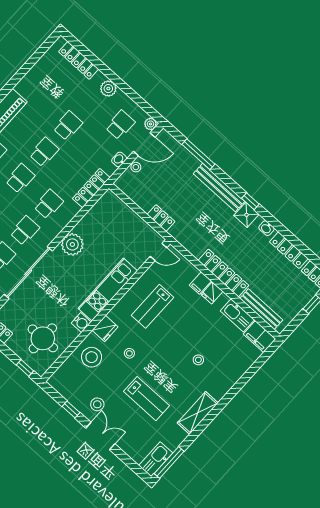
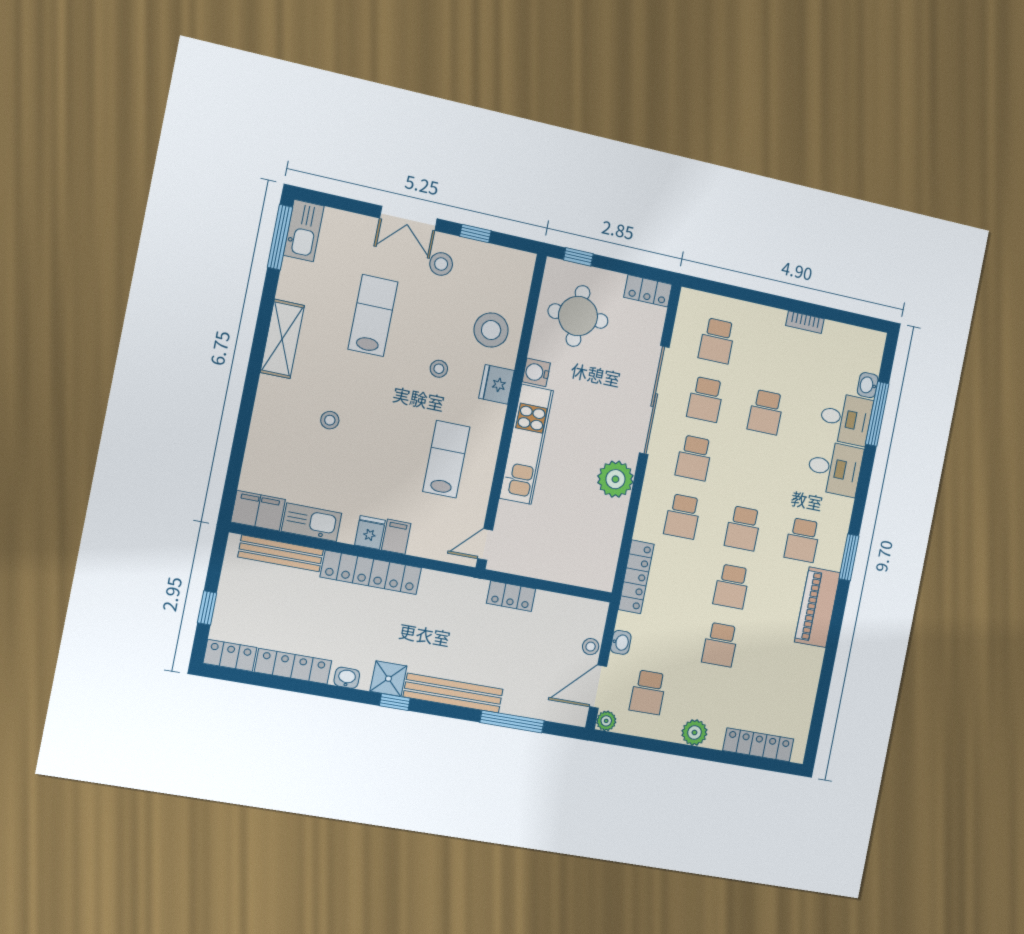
lab bench: (146, 399) -> (373, 316), turned 90

